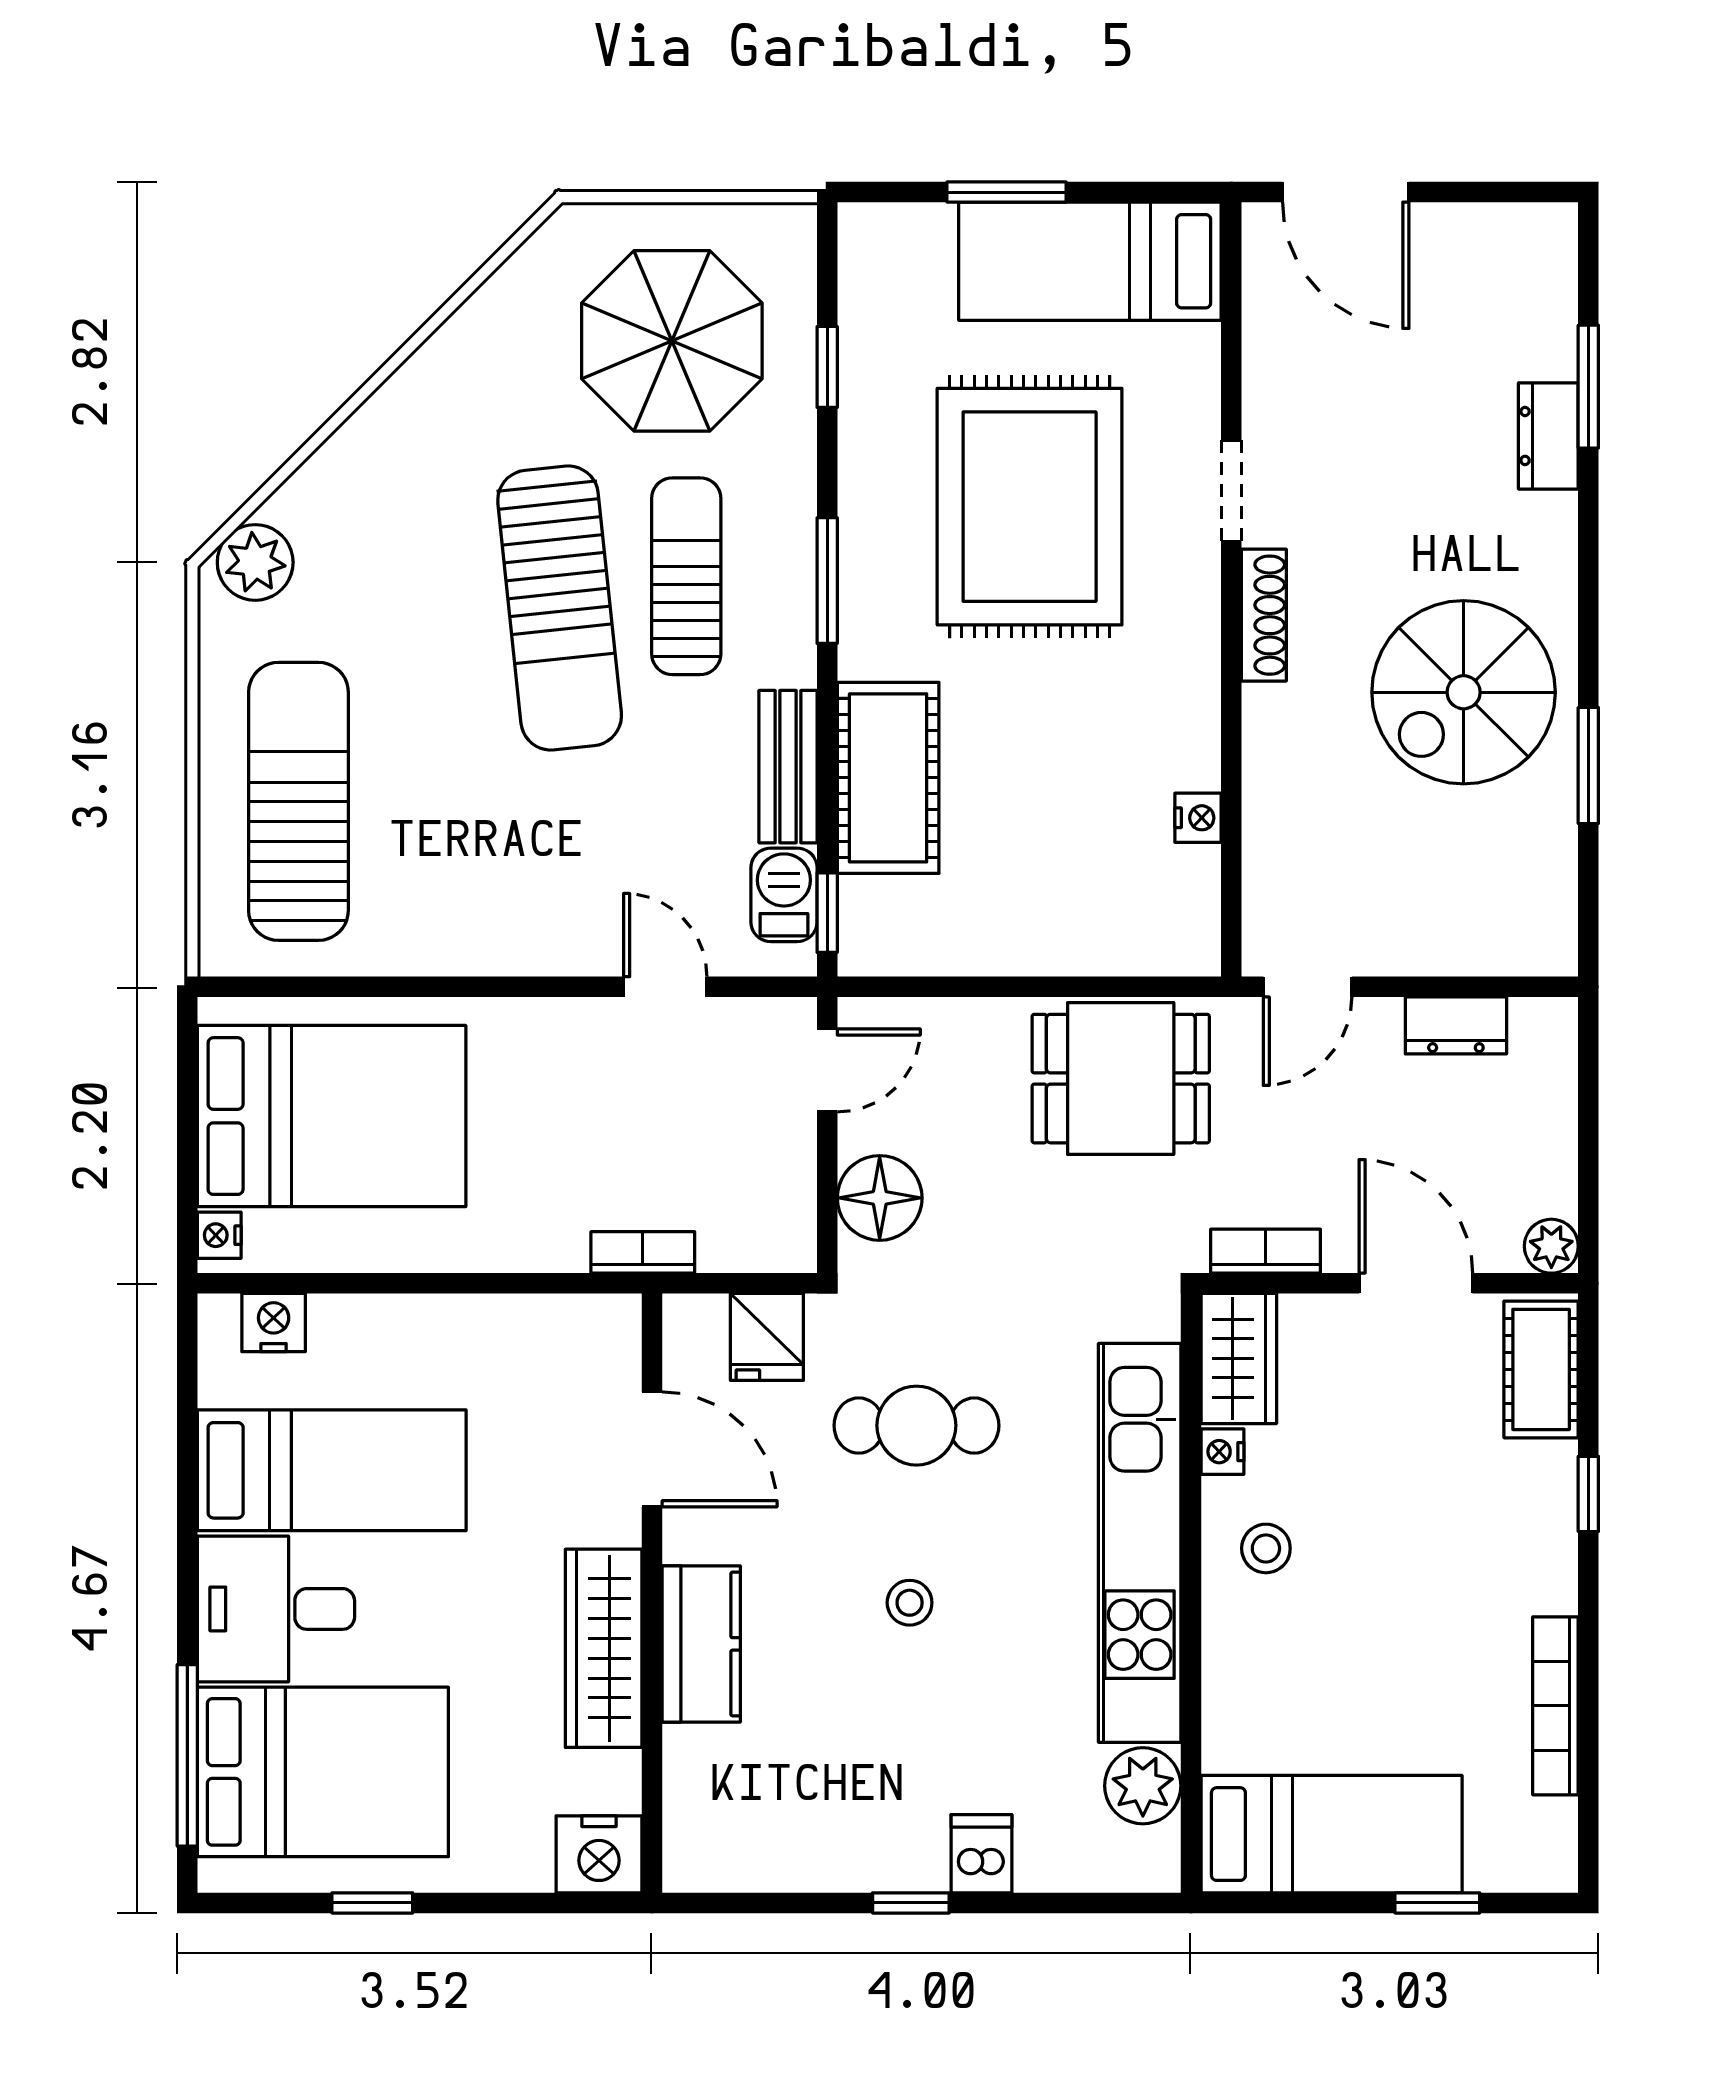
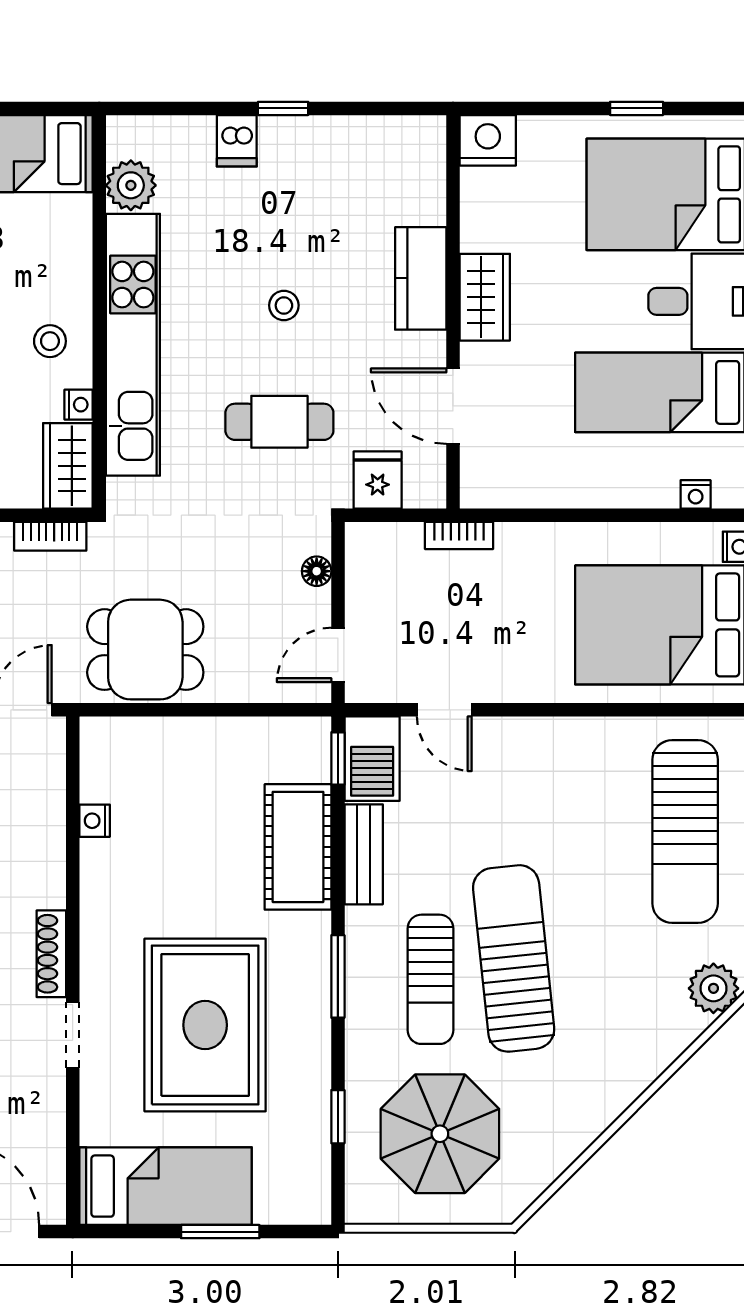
barbecue: (784, 895) -> (372, 759), width x1.38, depth x1.27
floor lamp: (880, 1198) -> (317, 571), width x0.53, depth x0.53
nightstand: (274, 1323) -> (696, 494), width x0.72, depth x0.74
wardrobe: (604, 1648) -> (485, 297), width x0.67

